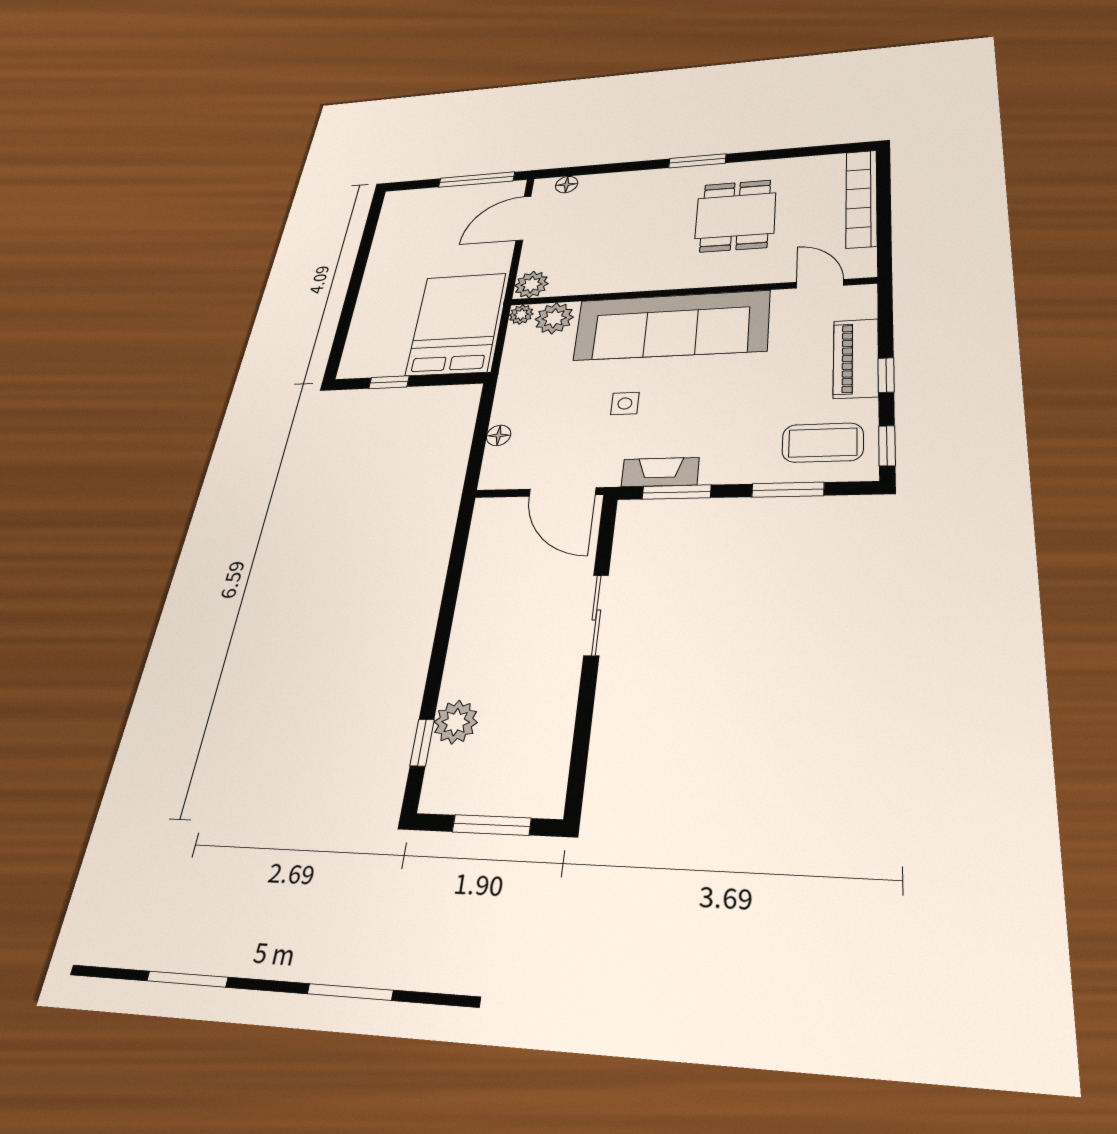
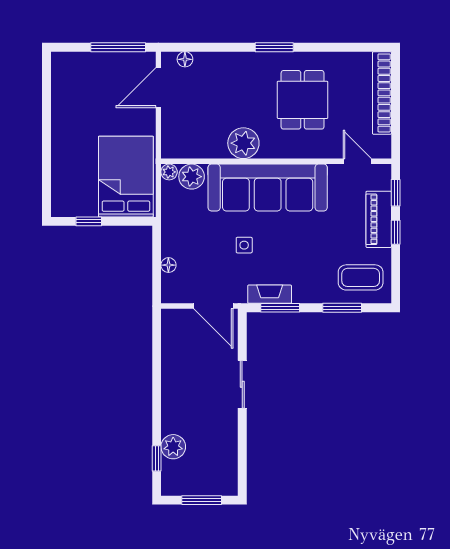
plant: (531, 285) -> (243, 143), moved, width x1.36, depth x1.36
window: (887, 446) -> (396, 193), moved

